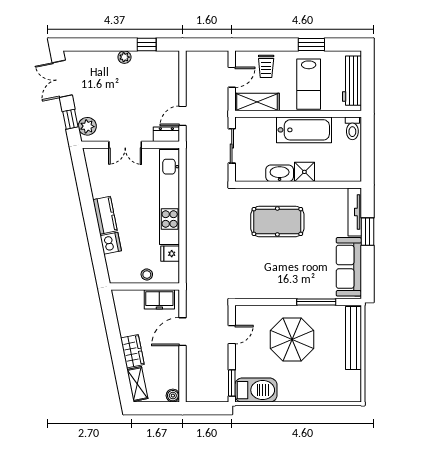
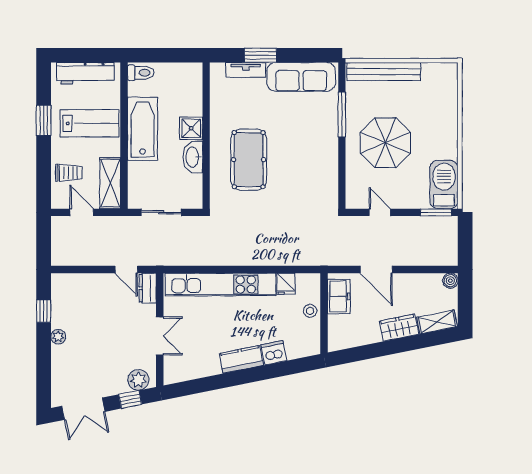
tv unit: (355, 212) -> (246, 70), width x0.71

